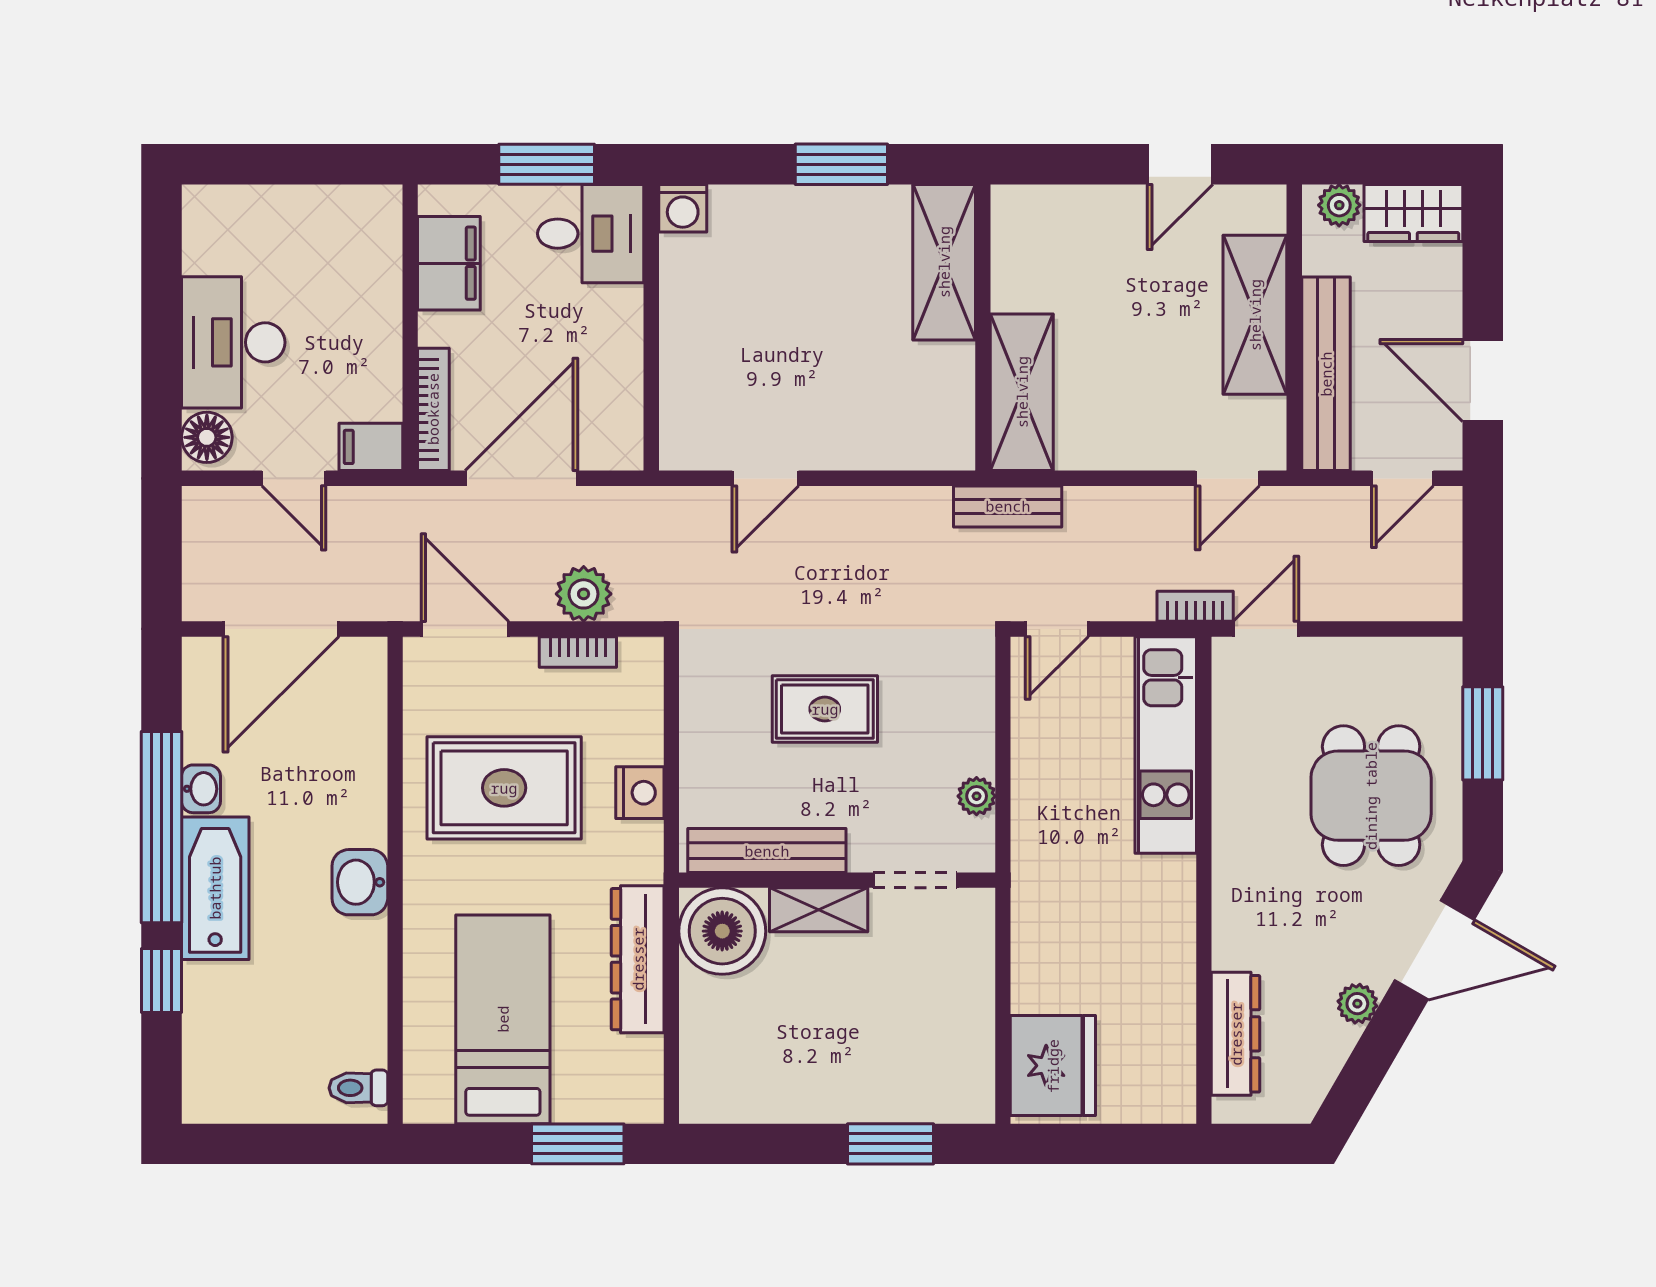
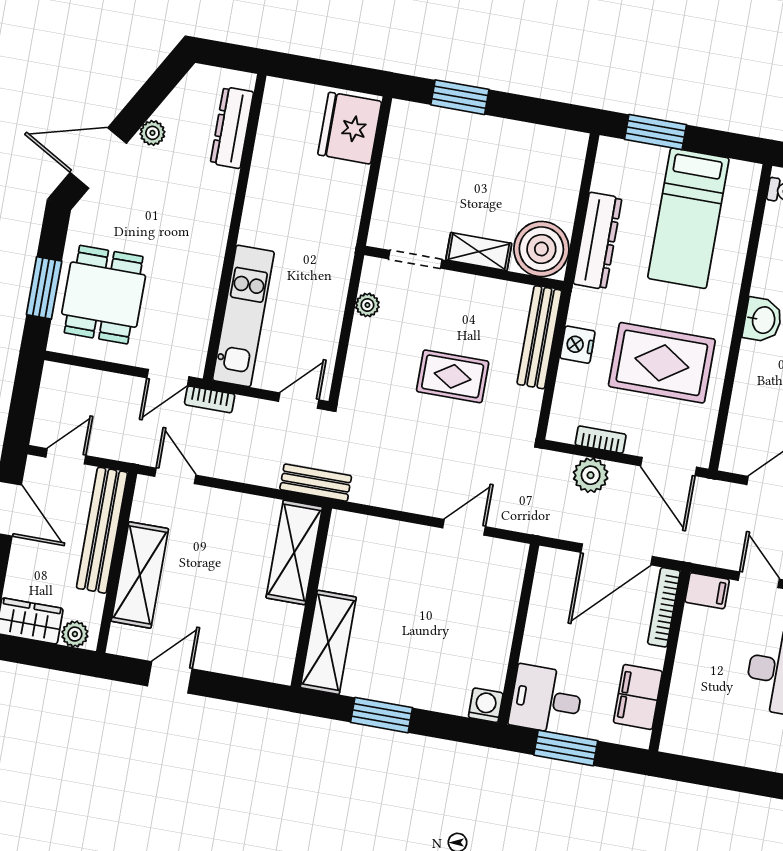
door: (1227, 478) -> (175, 476), hinge flipped
dining table: (1371, 796) -> (104, 295), moved
bench: (767, 851) -> (539, 337), moved, turned 90

